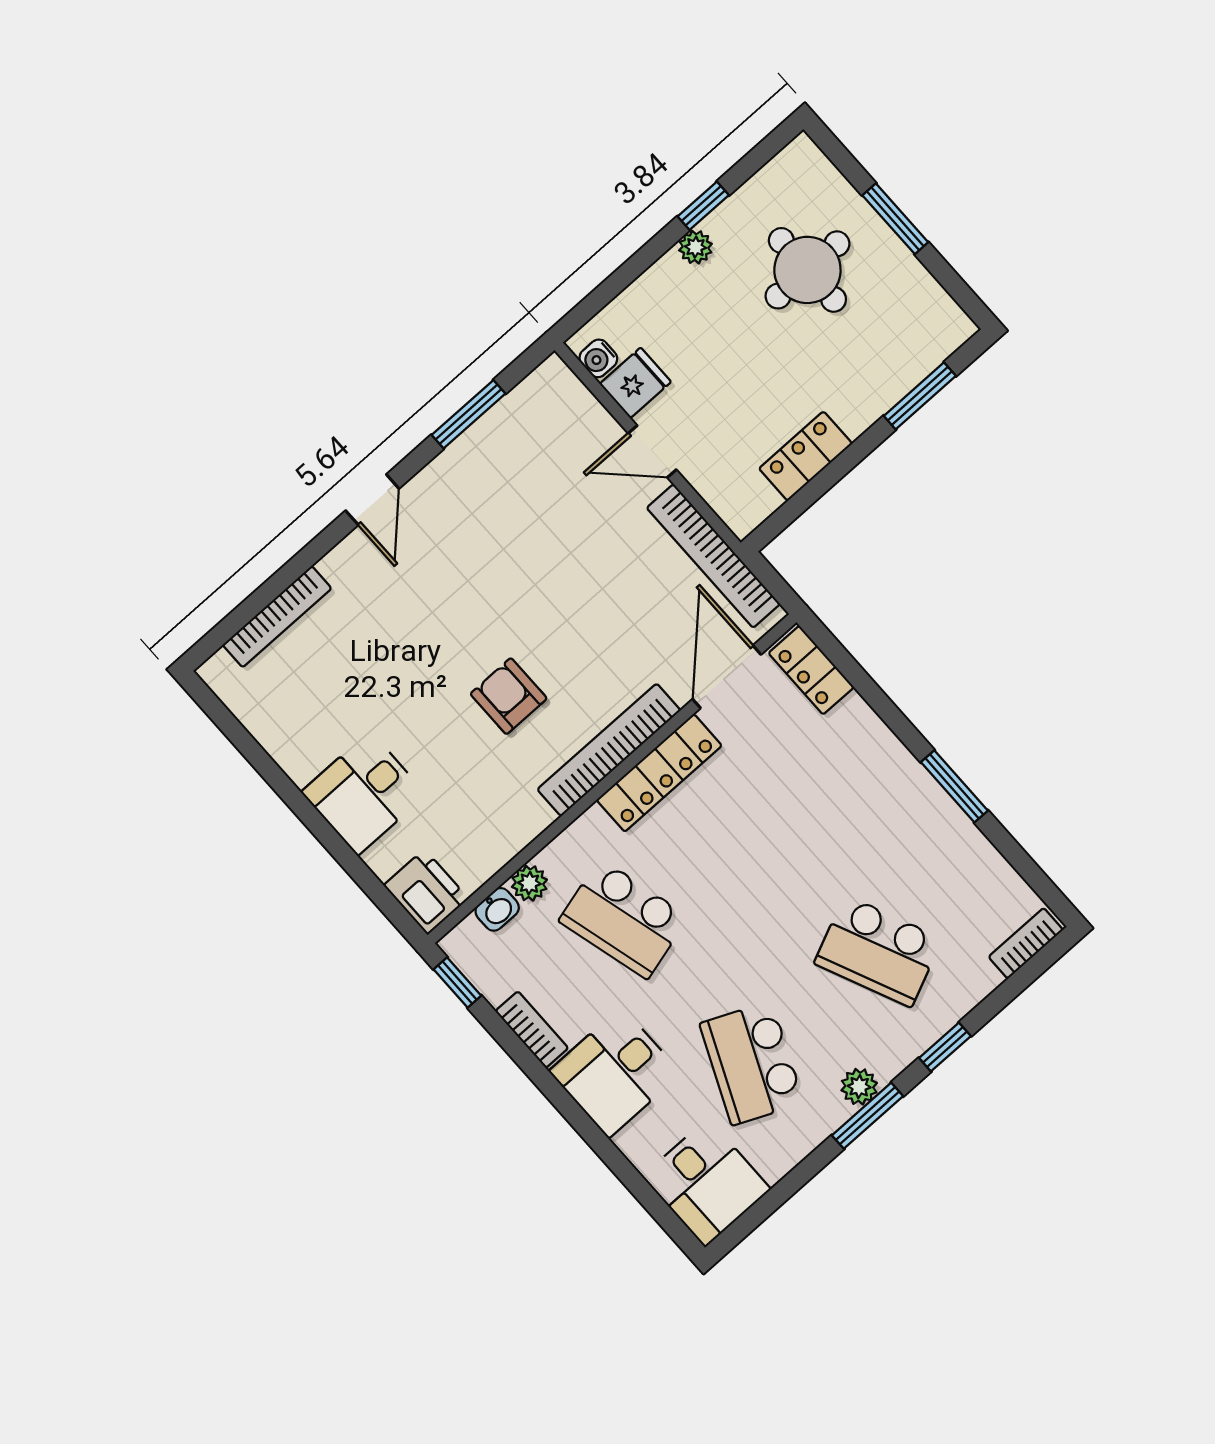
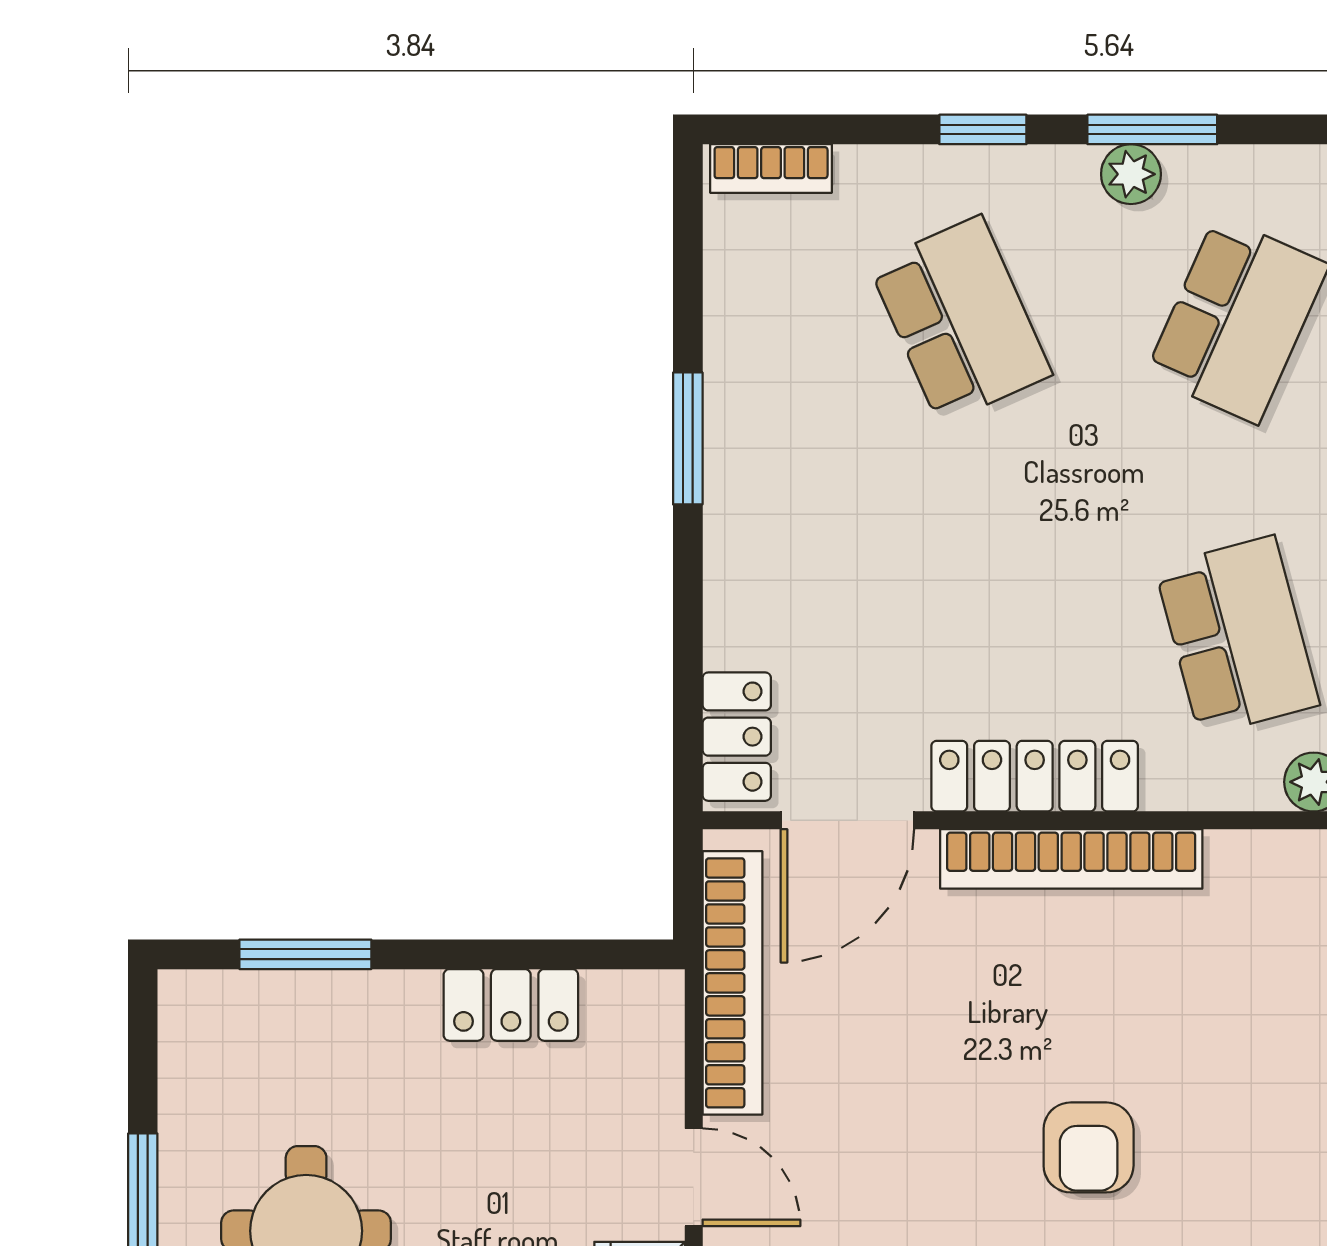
armchair: (509, 696) -> (1089, 1147), moved

